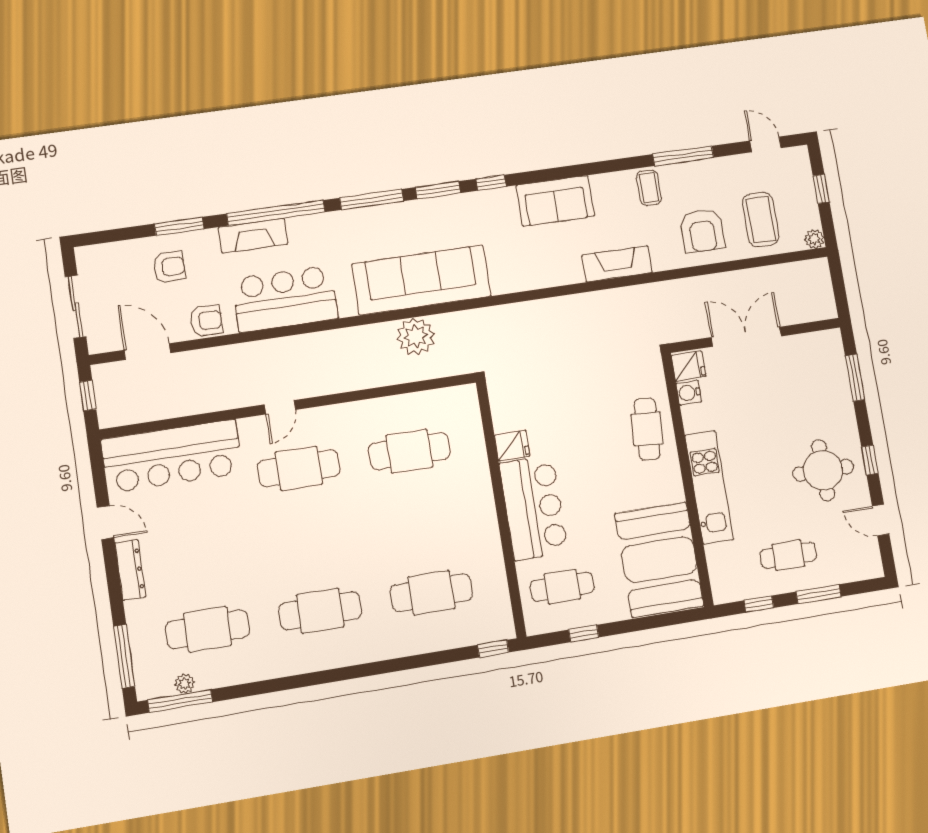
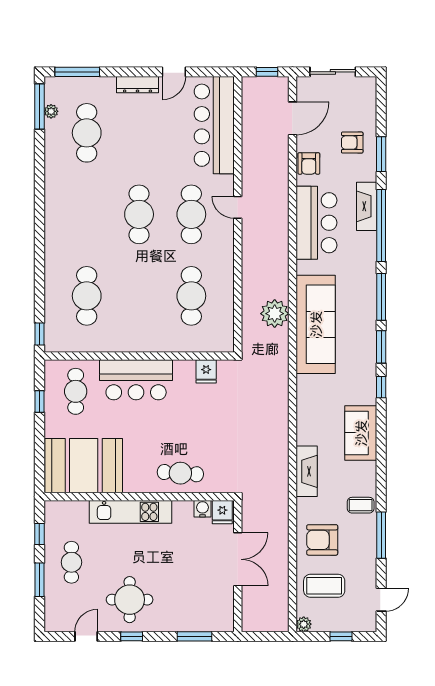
armchair: (169, 267) -> (352, 143), turned 90
fridge: (512, 446) -> (206, 371), moved
cafe table: (320, 611) -> (139, 214), moved

